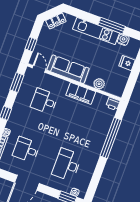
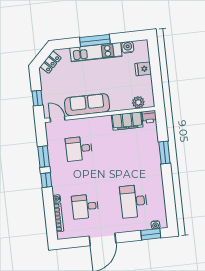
window: (112, 26) -> (95, 40), moved
window: (17, 83) -> (44, 157), moved
plant: (99, 84) -> (138, 102), moved
filing cabinet: (81, 93) -> (127, 121), moved
window: (111, 138) -> (164, 152), width x0.47

